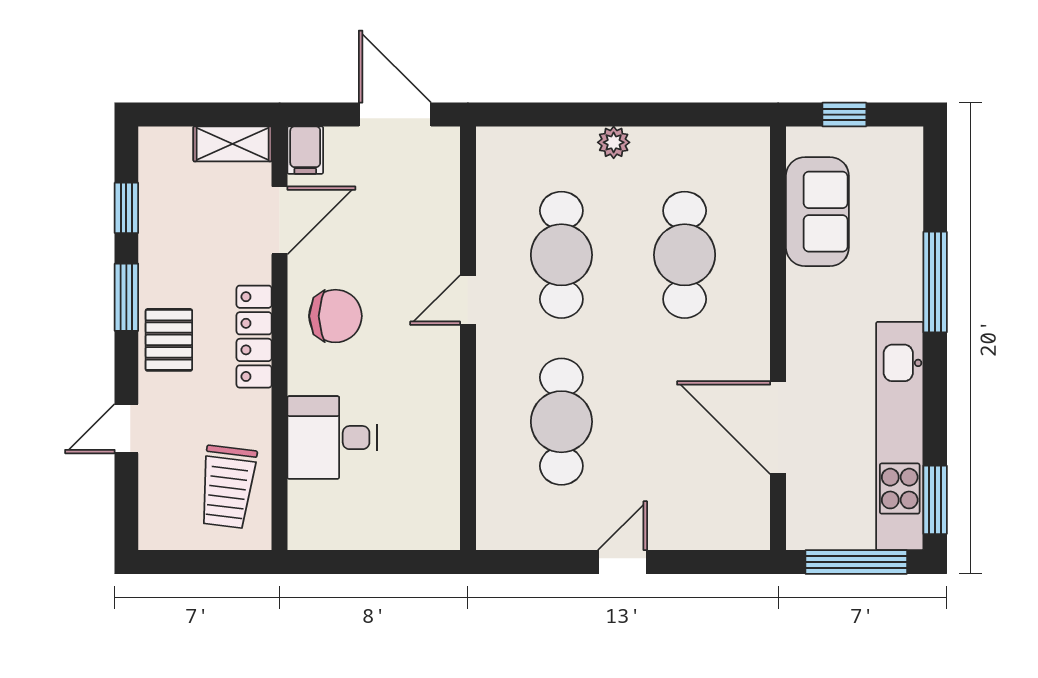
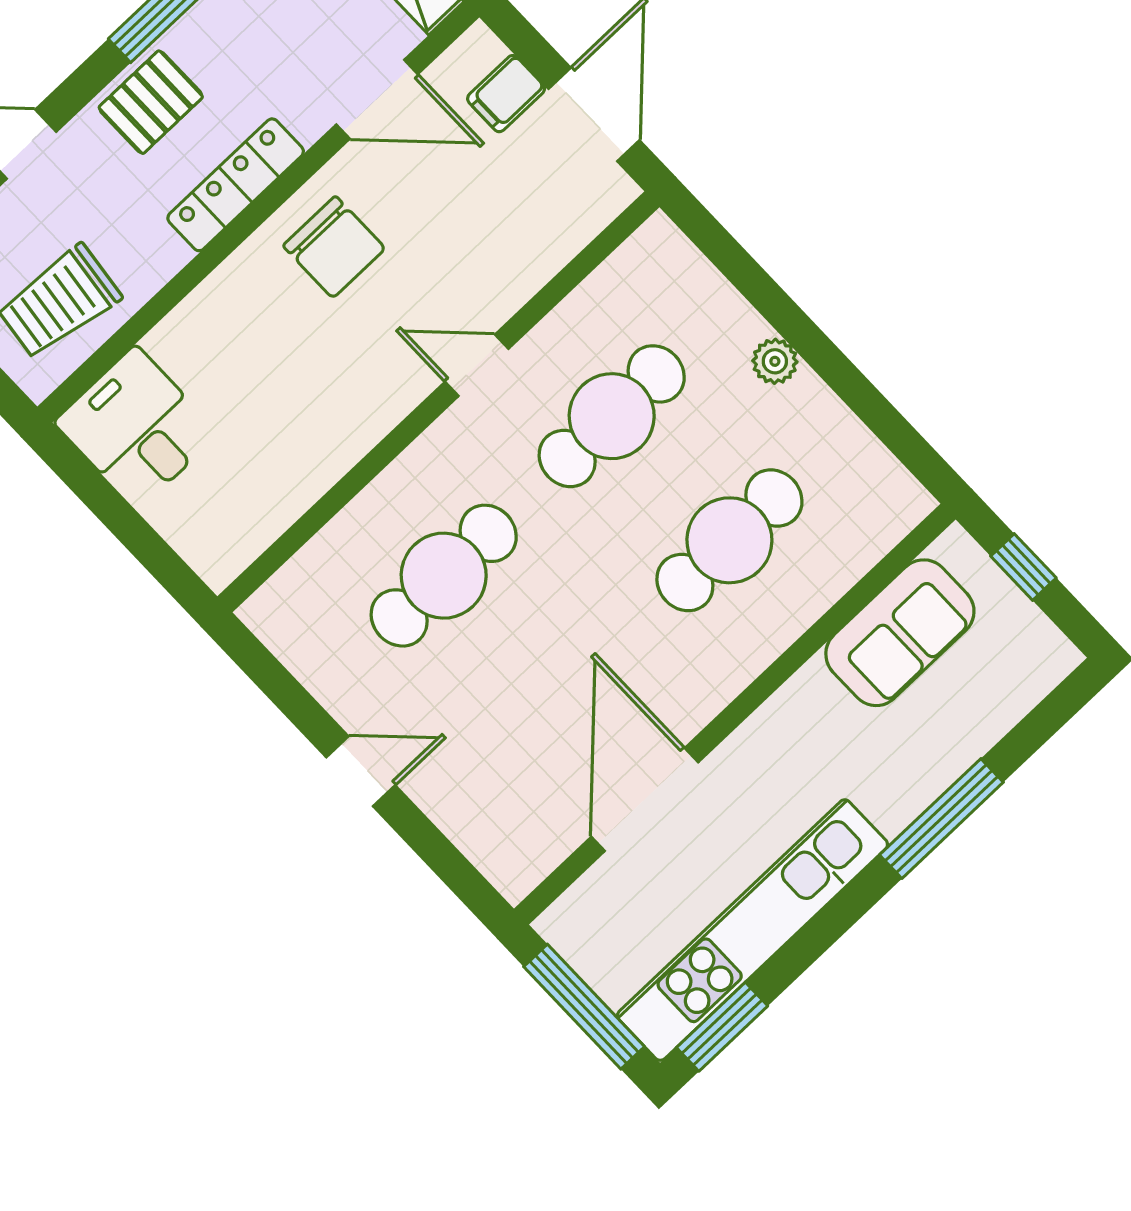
filing cabinet: (305, 150) -> (506, 94), moved
desk: (332, 438) -> (137, 428), moved

